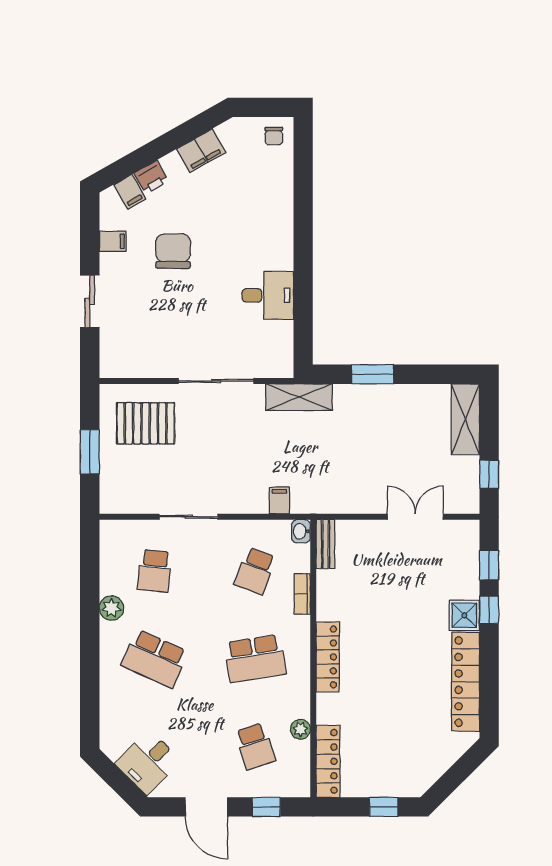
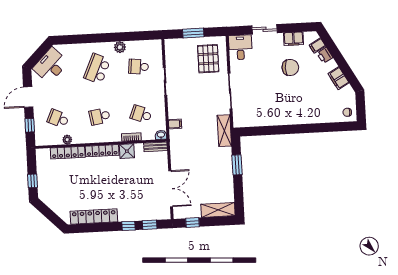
filing cabinet: (113, 241) -> (294, 39), width x2.00
desk: (268, 295) -> (240, 47), moved, turned 180
double door: (415, 517) -> (171, 189), width x1.37
shower: (464, 615) -> (127, 151), moved
school desk: (255, 659) -> (100, 116), width x0.54
school desk: (255, 746) -> (58, 119), turned 42
locker: (328, 761) -> (68, 153), moved
desk: (148, 762) -> (51, 65), width x1.37

